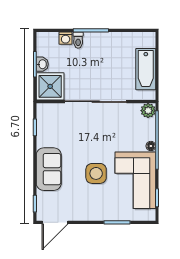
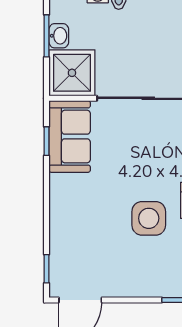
sofa: (49, 169) -> (70, 136), moved

